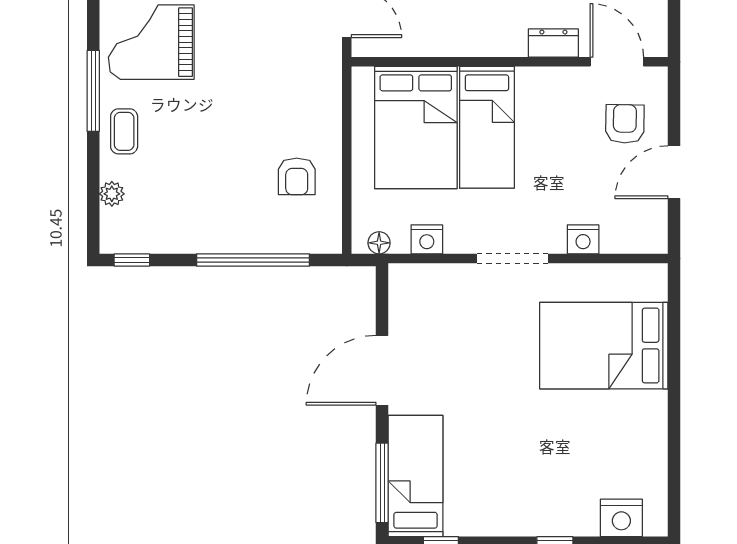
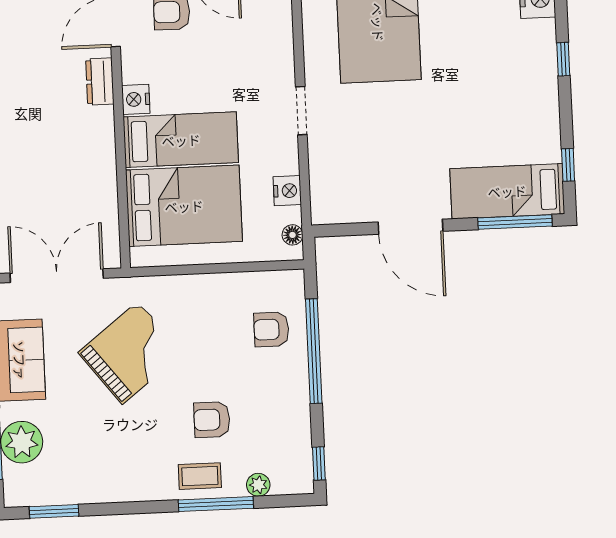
grand piano: (151, 42) -> (130, 353), moved, turned -128
window: (93, 91) -> (216, 504), moved
armchair: (184, 147) -> (212, 420), added
armchair: (297, 176) -> (271, 329), moved, turned 180
nightstand: (583, 239) -> (136, 99), moved, turned 180
doorway: (512, 258) -> (301, 111), width x0.73

